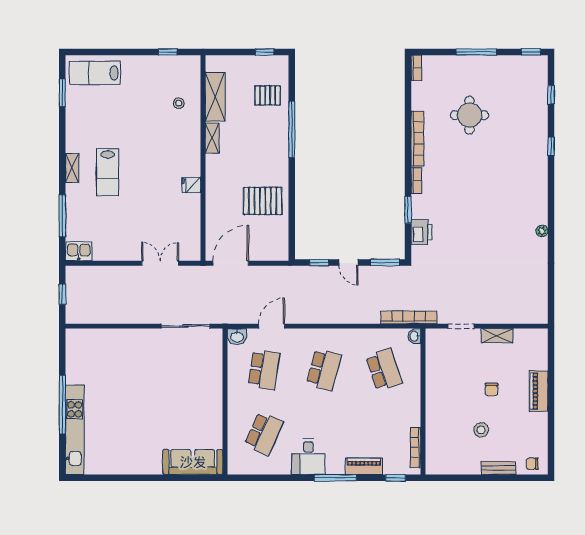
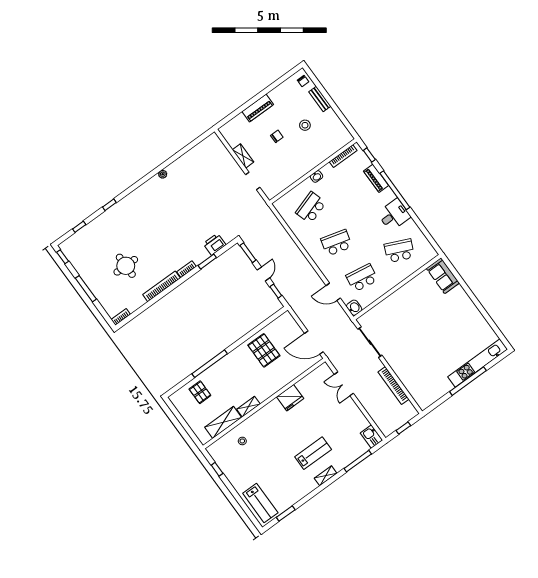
window: (265, 52) -> (176, 412), removed
fridge: (191, 185) -> (290, 398), width x1.88, depth x1.34
bookcase: (409, 317) -> (394, 386), moved
washbasin: (414, 336) -> (317, 176), moved
sofa: (193, 462) -> (443, 276), width x0.73
window: (335, 478) -> (395, 190), width x1.46

